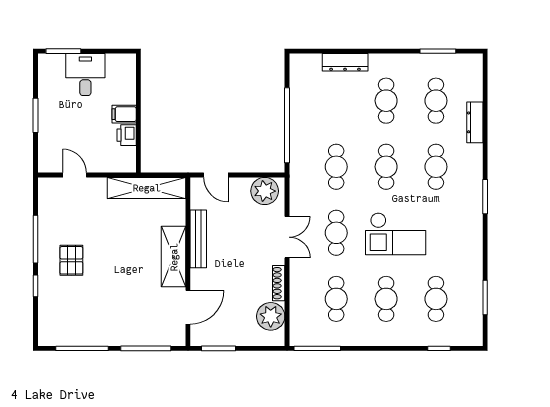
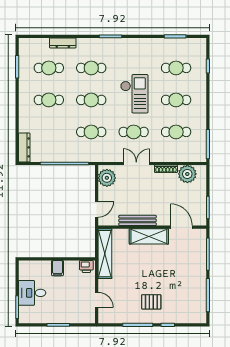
dresser: (345, 62) -> (24, 147), moved
printer: (127, 135) -> (86, 266), moved
door: (75, 175) -> (97, 300), swing flipped

